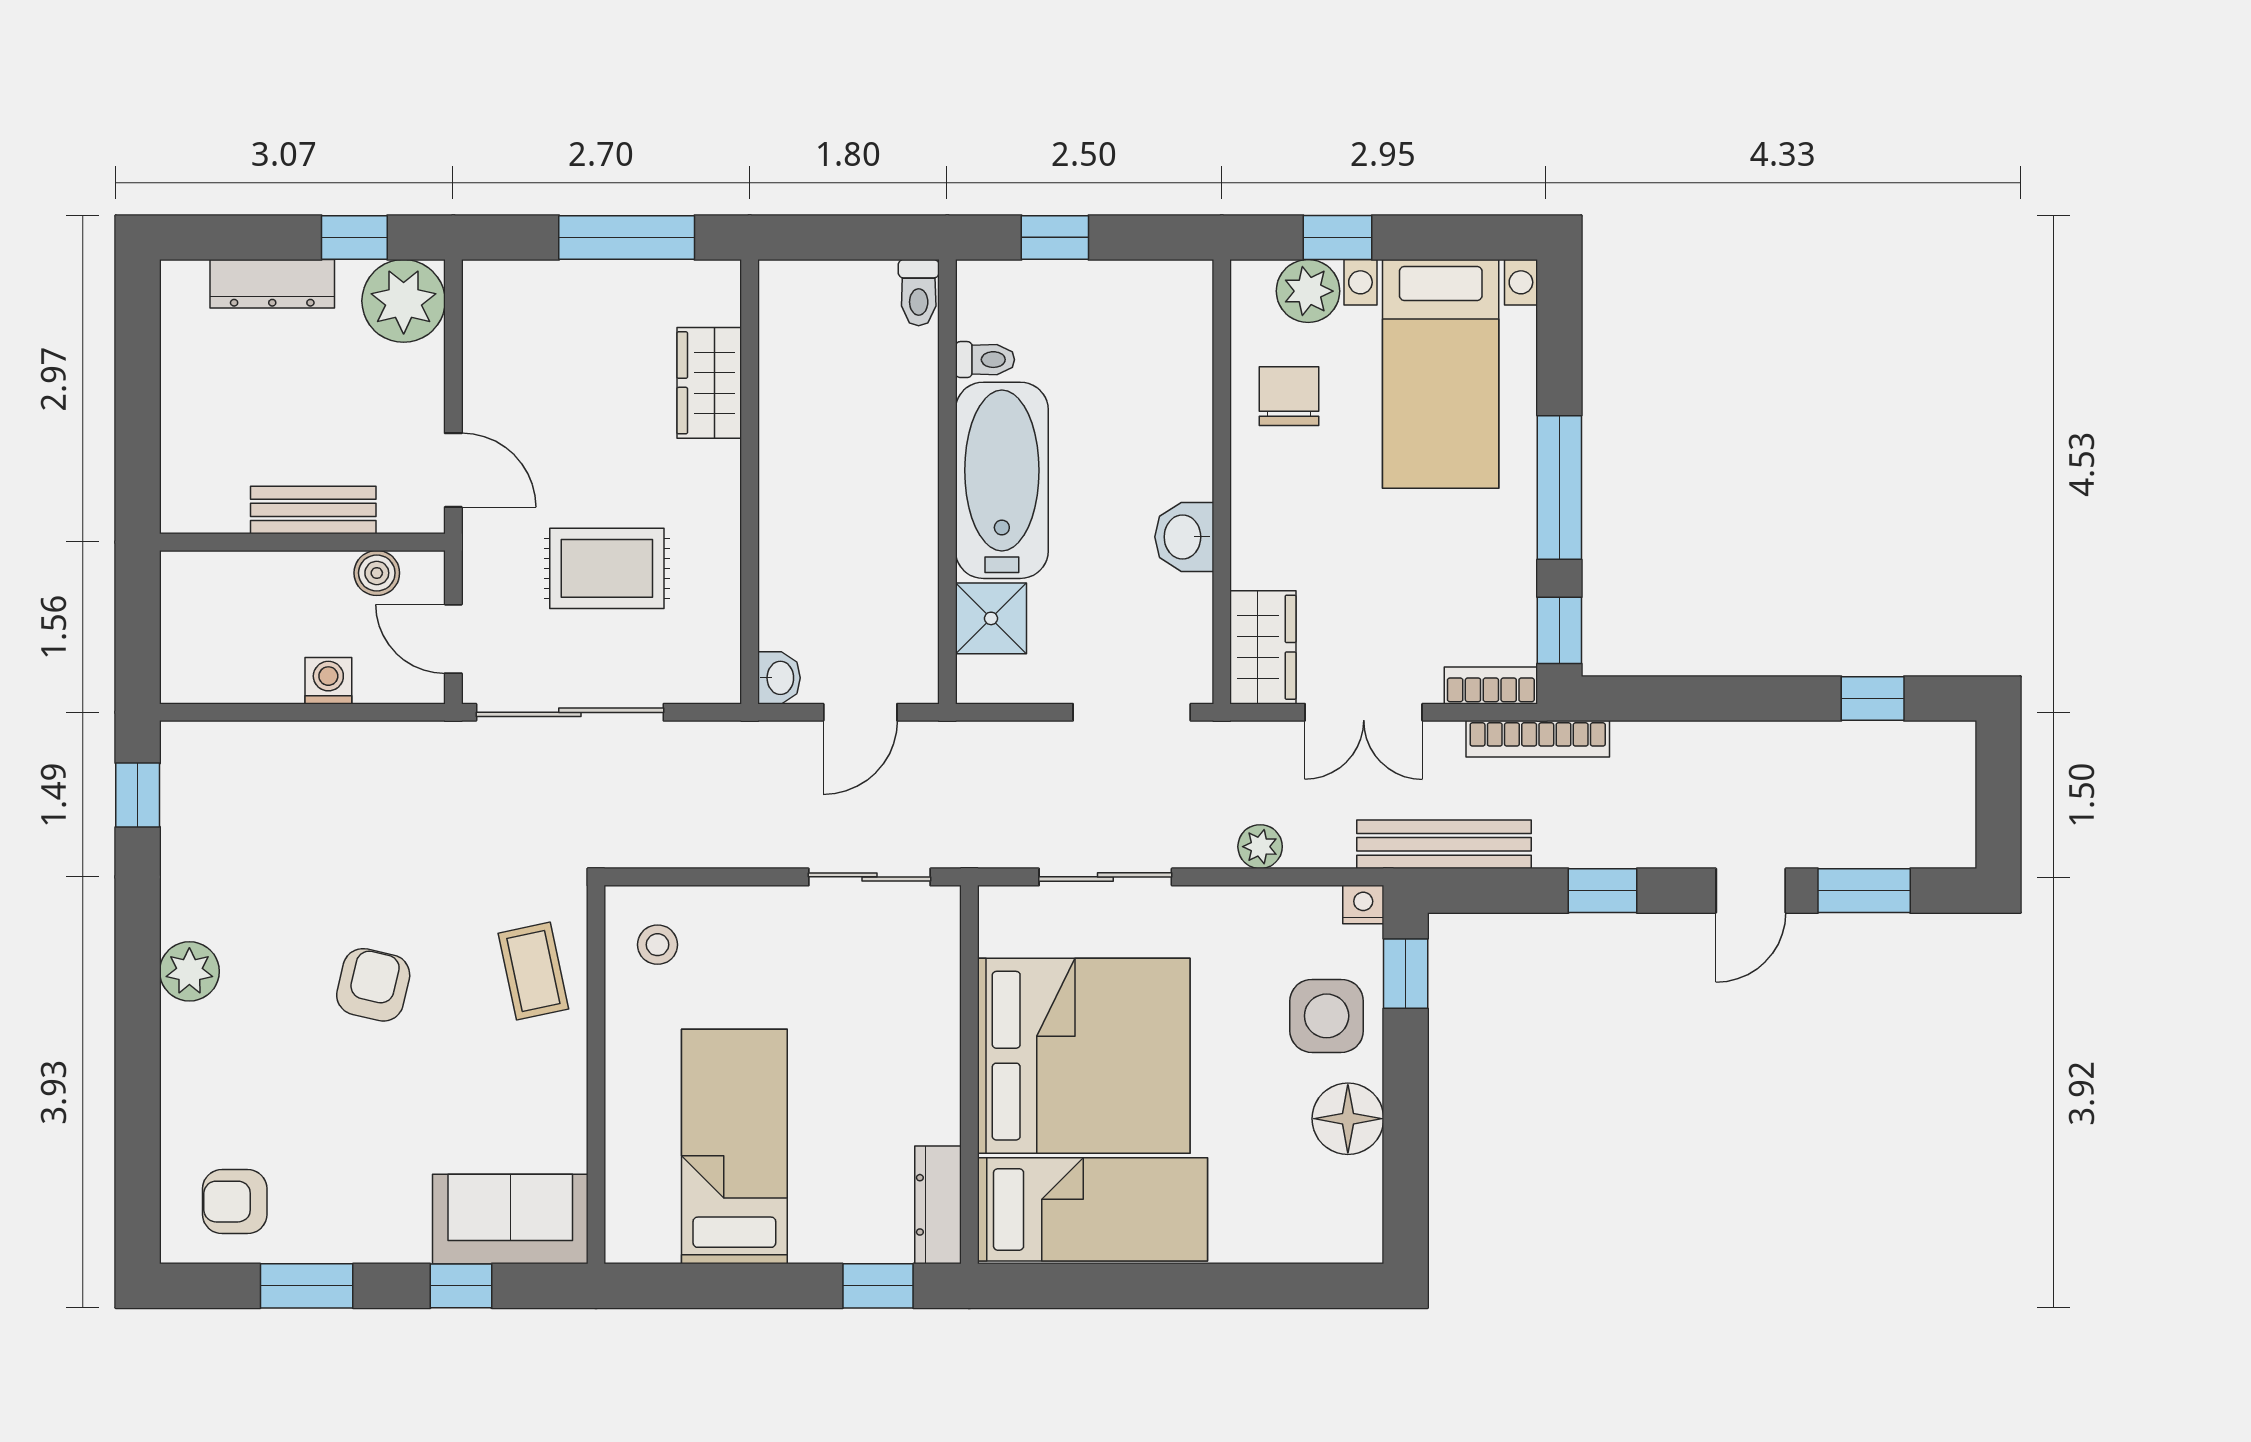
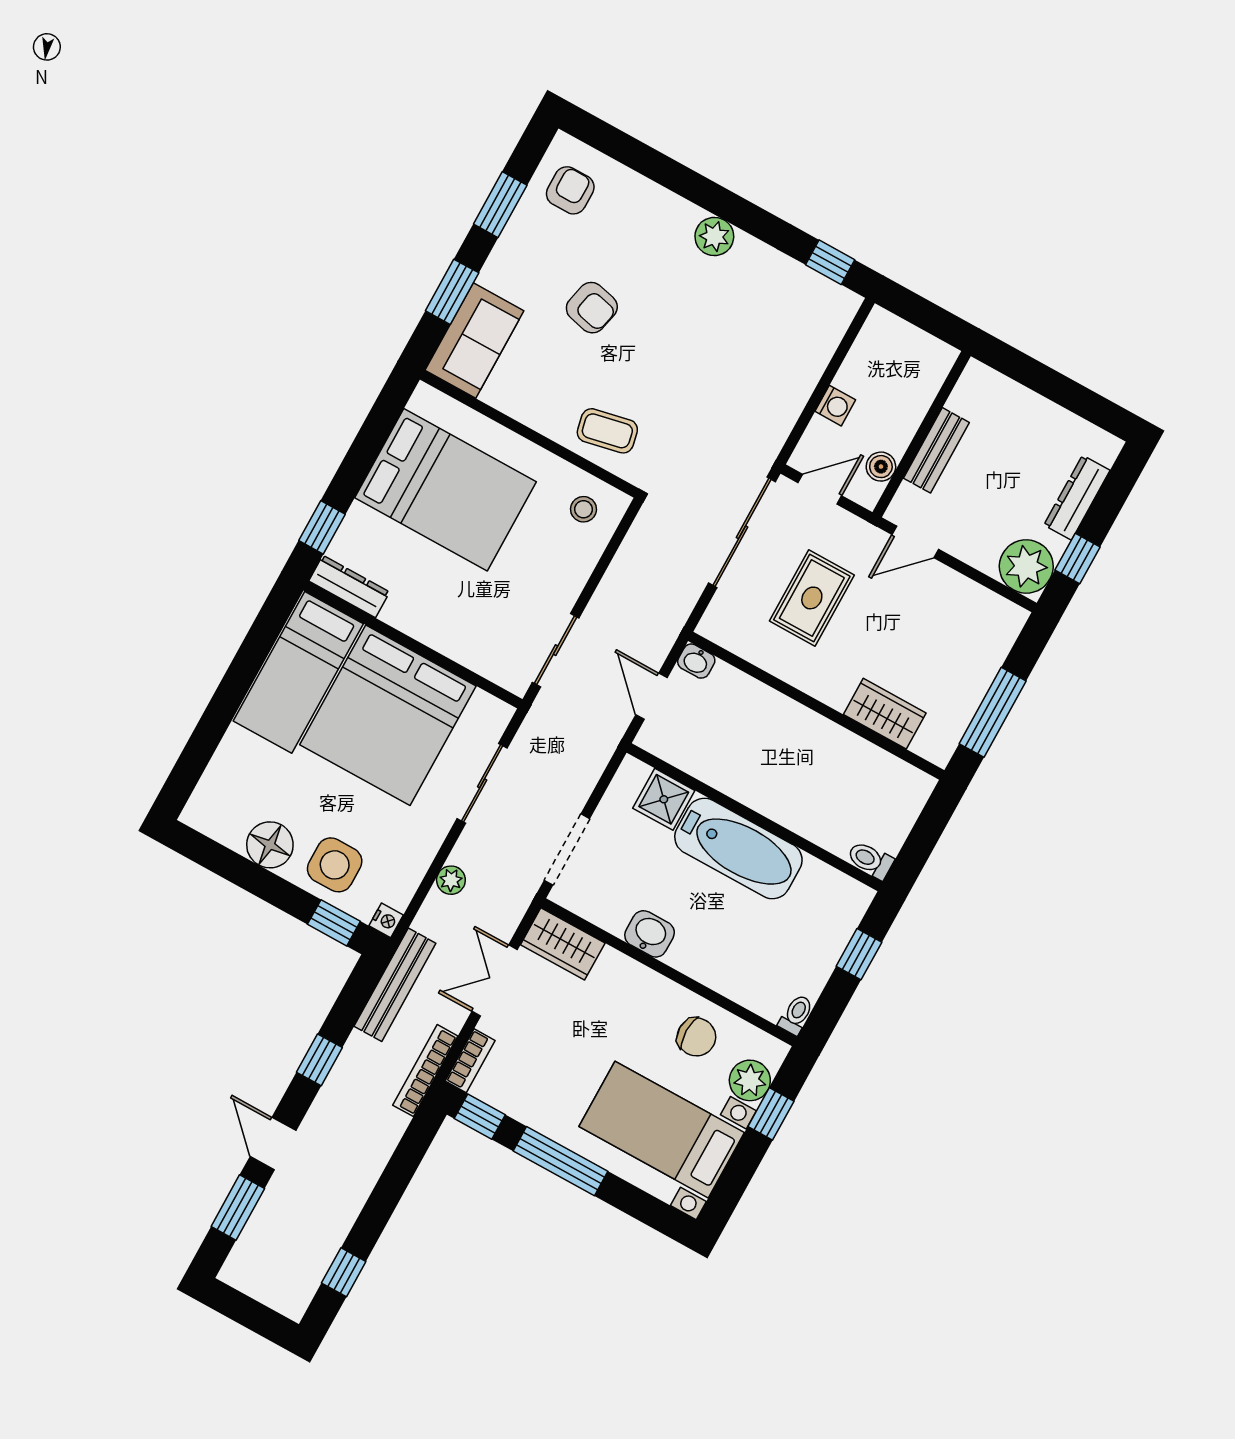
toilet: (985, 360) -> (796, 1015), moved, turned 180
armchair: (373, 985) -> (592, 308), moved
bed: (734, 1147) -> (445, 490), width x1.50
window: (461, 1286) -> (452, 292), width x1.50

